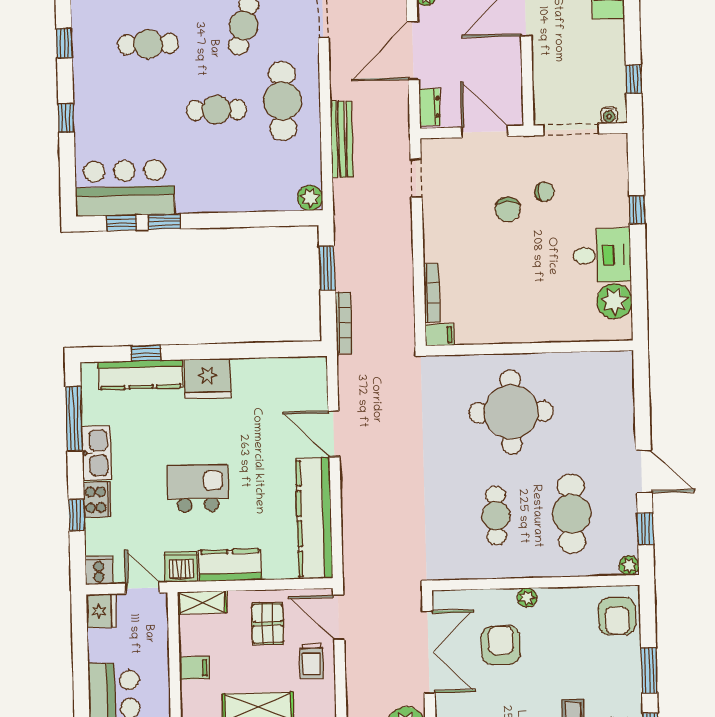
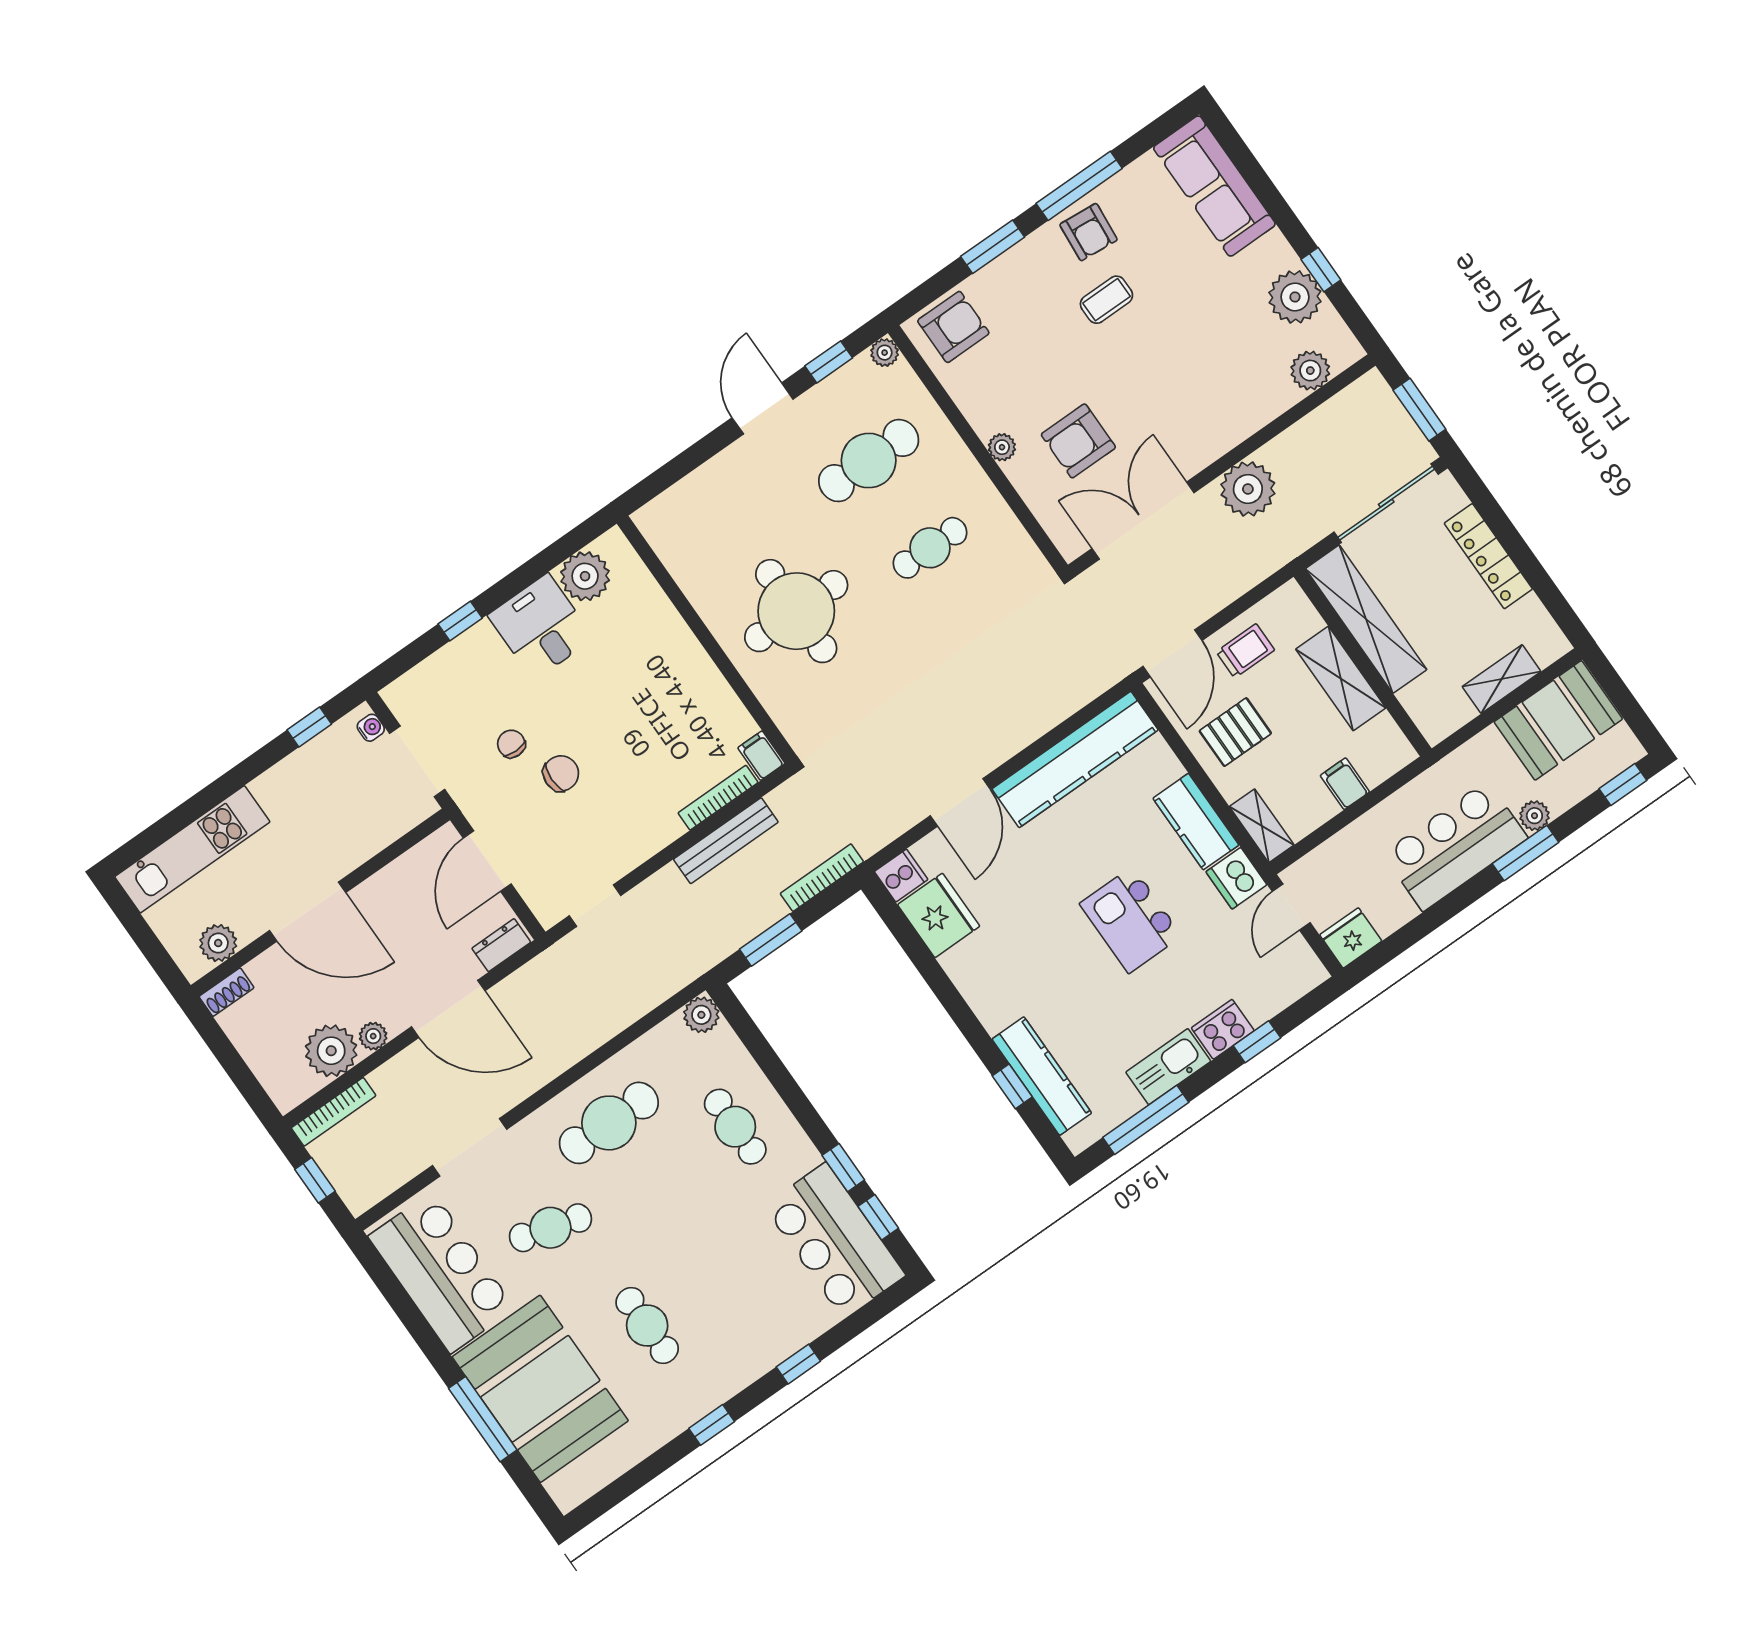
cafe table: (216, 110) -> (735, 1127), moved
bench: (342, 139) -> (726, 841), moved
fridge: (208, 379) -> (939, 915), moved
cooker: (99, 570) -> (901, 876), moved, turned 180

